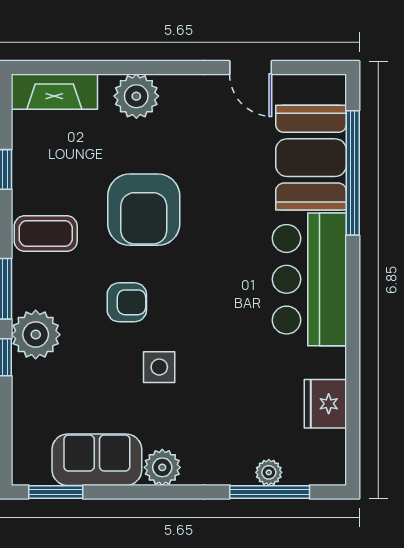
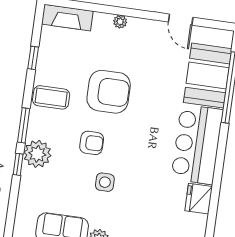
plant: (136, 96) -> (120, 22), width x0.53, depth x0.53
armchair: (144, 210) -> (109, 92), turned -90
fridge: (325, 404) -> (199, 199), moved

